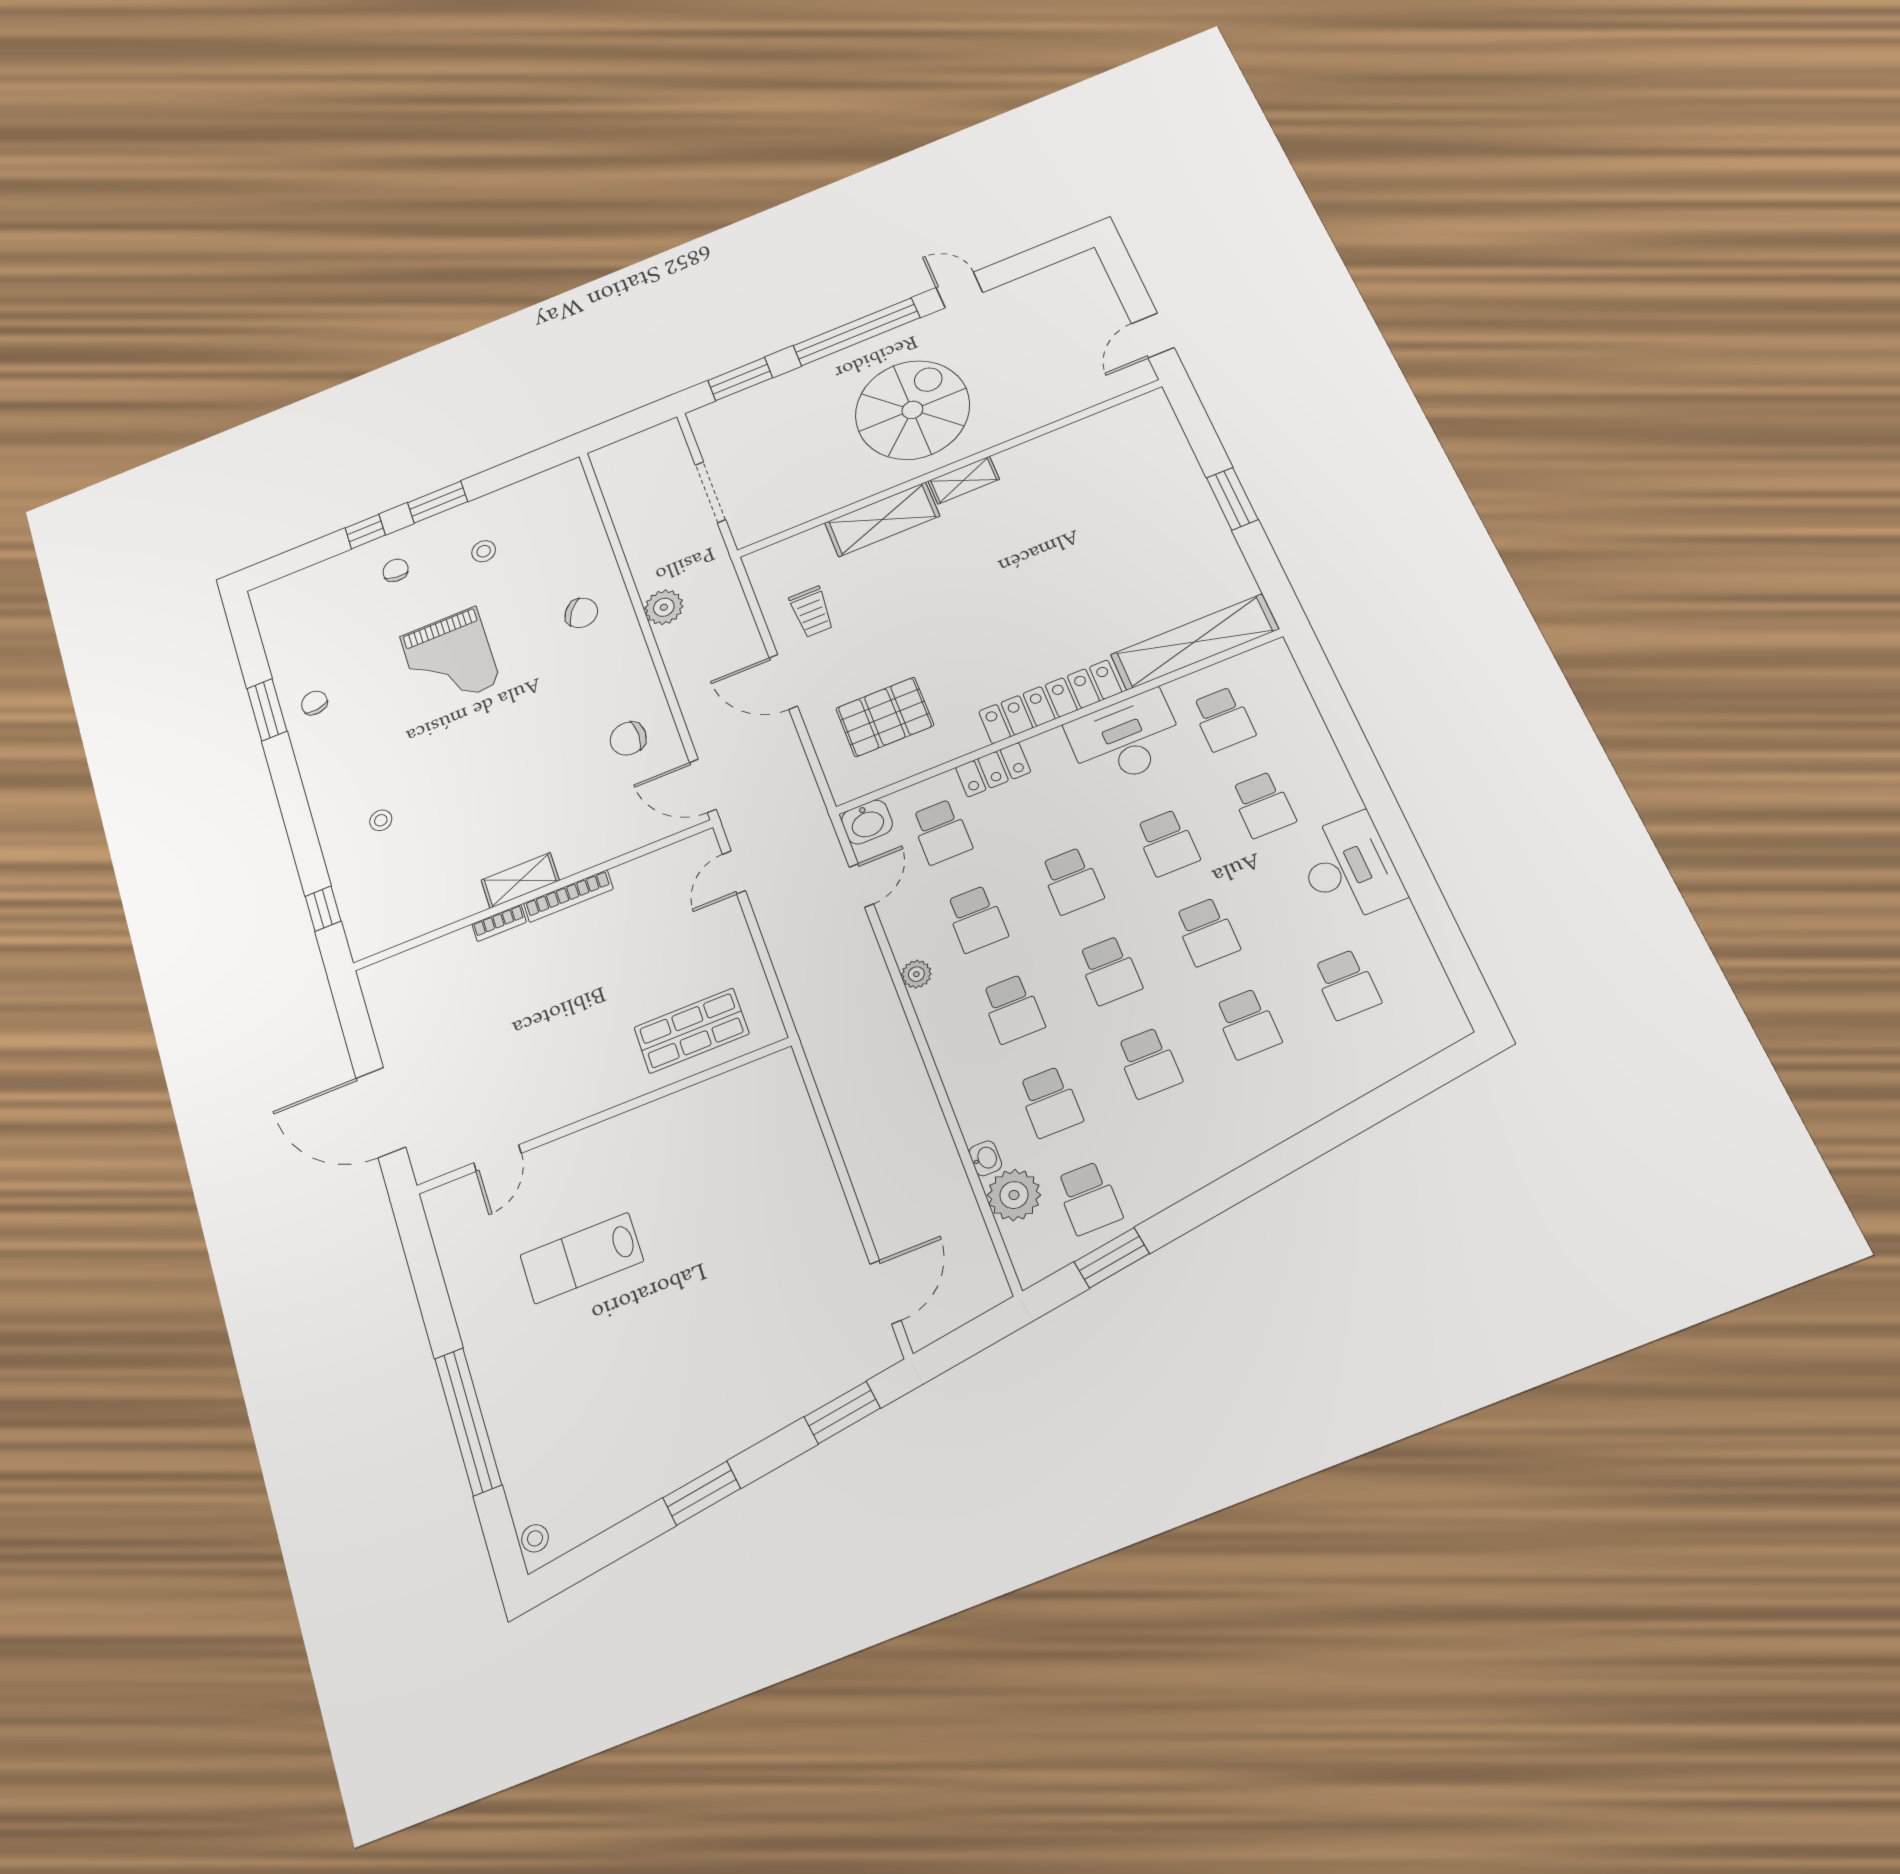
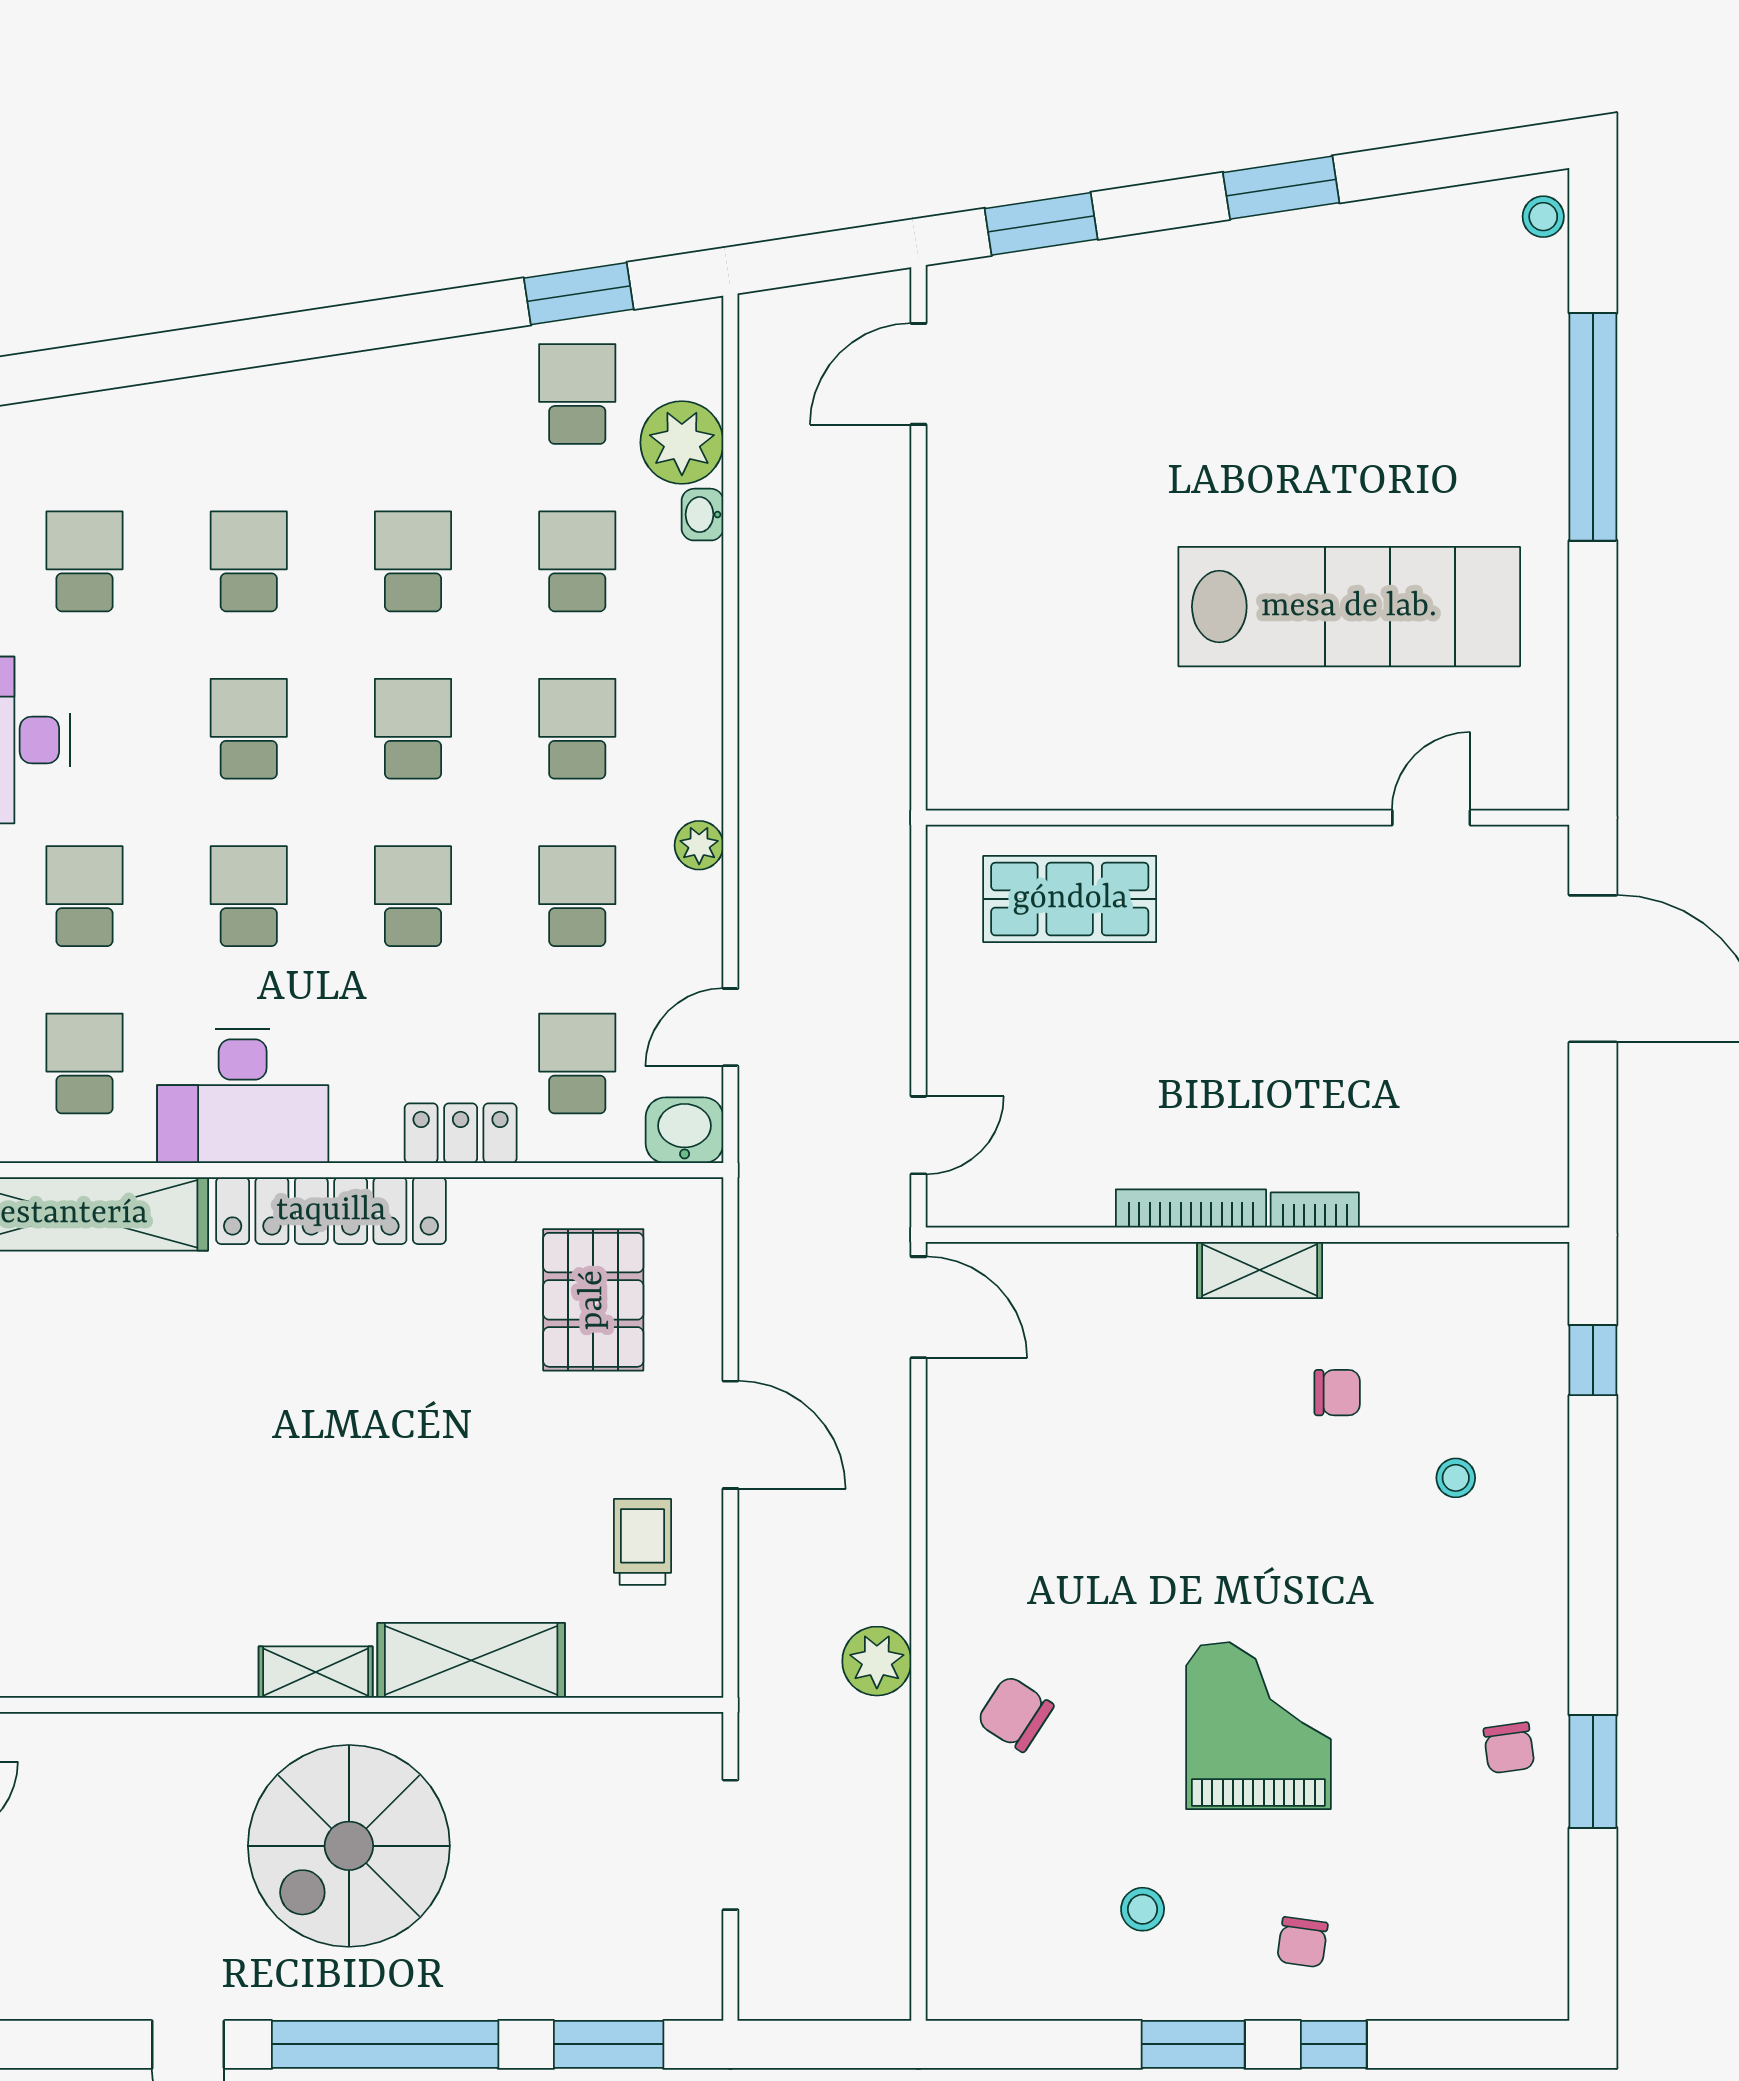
pallet: (885, 717) -> (593, 1300), turned 90
chair: (628, 739) -> (1337, 1393), moved, width x0.73, depth x0.73
lab bench: (582, 1258) -> (1349, 607), width x1.86, depth x1.39

